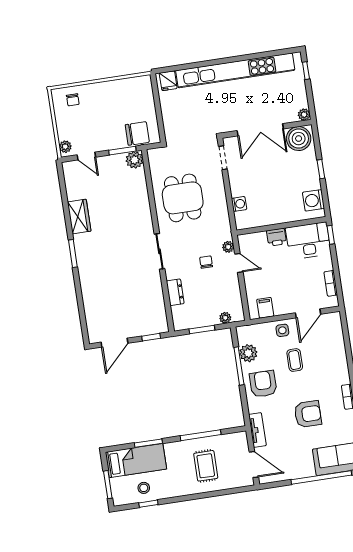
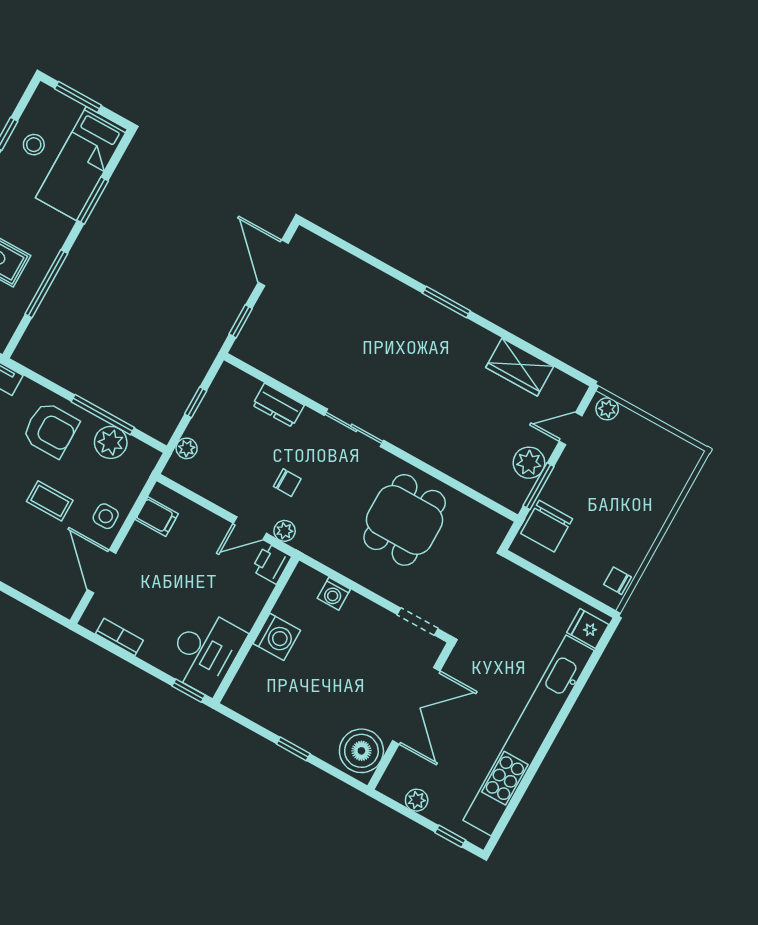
chair: (73, 100) -> (617, 581), moved
plant: (304, 115) -> (417, 800), moved
double door: (260, 130) -> (416, 706), swing flipped
plant: (135, 160) -> (529, 463), moved
dining table: (183, 198) -> (405, 520), turned 90
washing machine: (313, 200) -> (277, 637), moved, turned 90
wardrobe: (79, 217) -> (520, 367), moved
printer: (276, 237) -> (271, 563), moved
window: (202, 329) -> (196, 402), width x0.67

